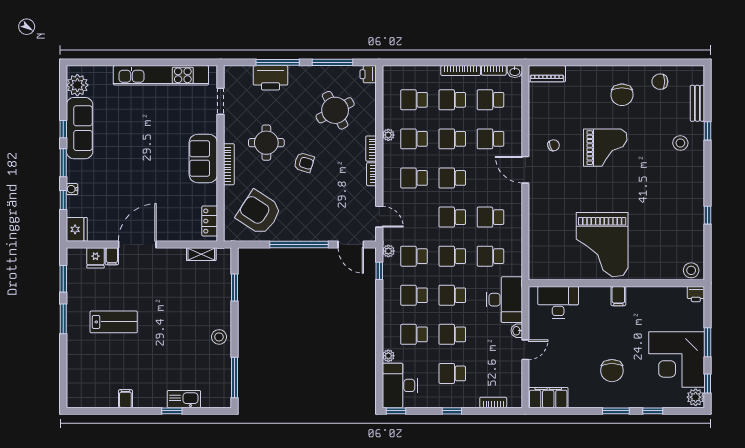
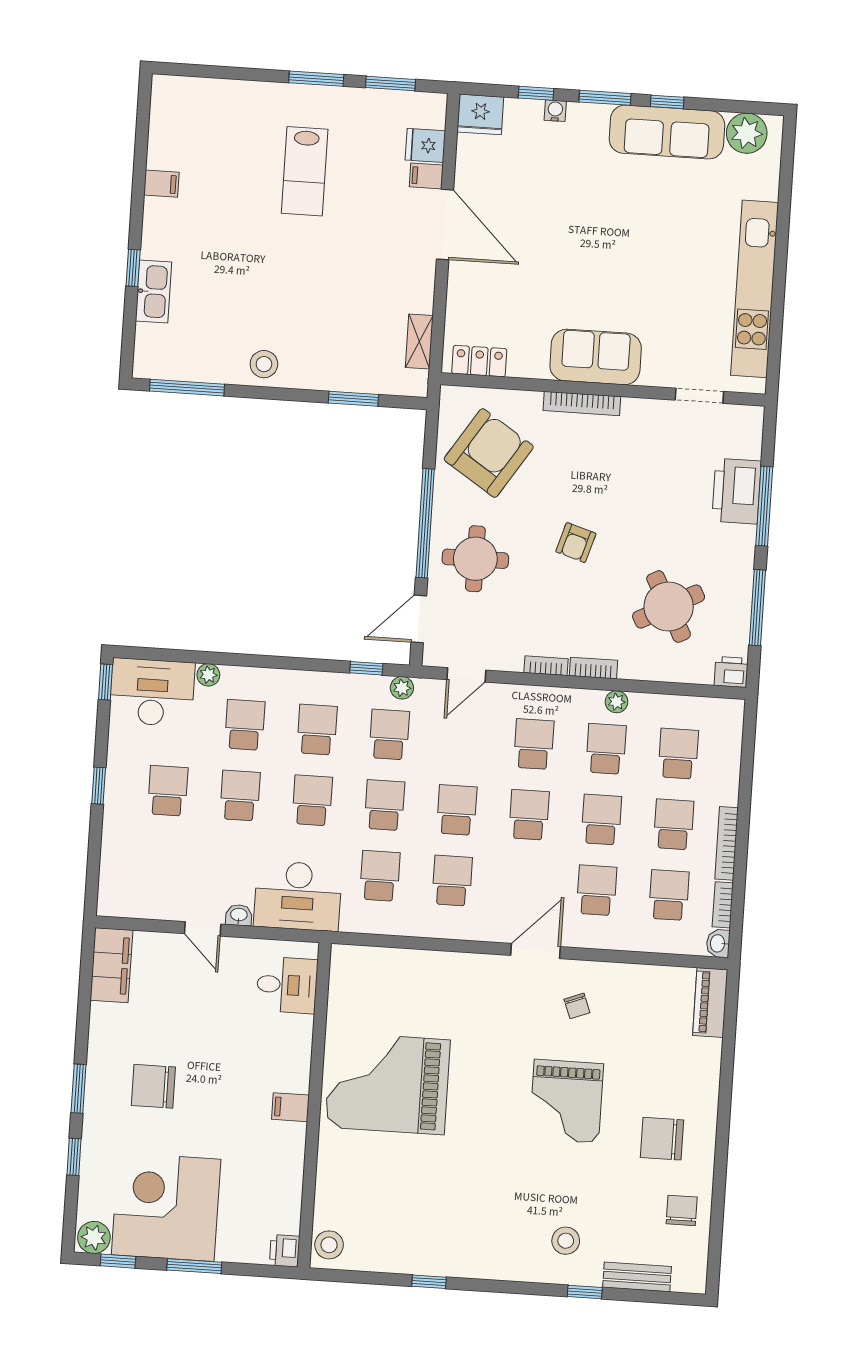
round table: (266, 143) -> (475, 559), moved
desk: (558, 302) -> (287, 985), width x0.73
bookcase: (493, 402) -> (109, 863), removed

